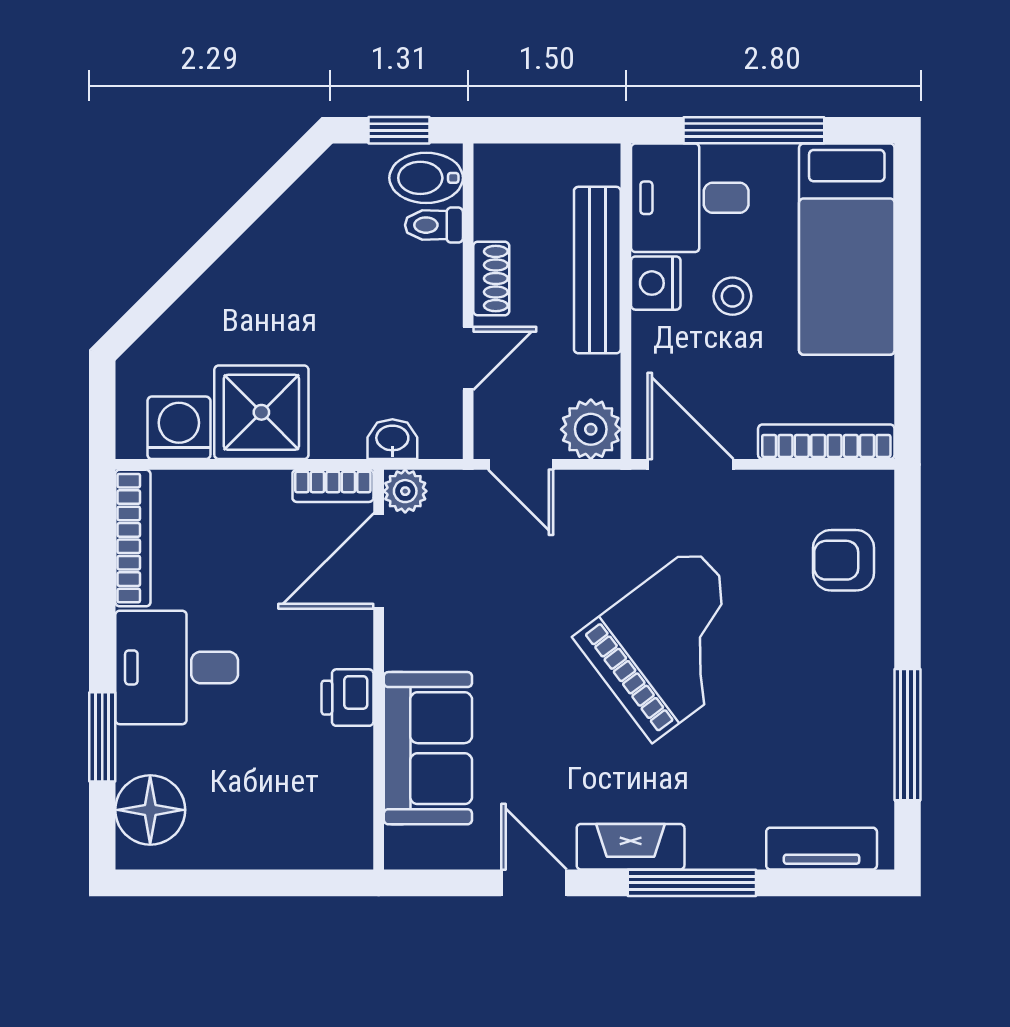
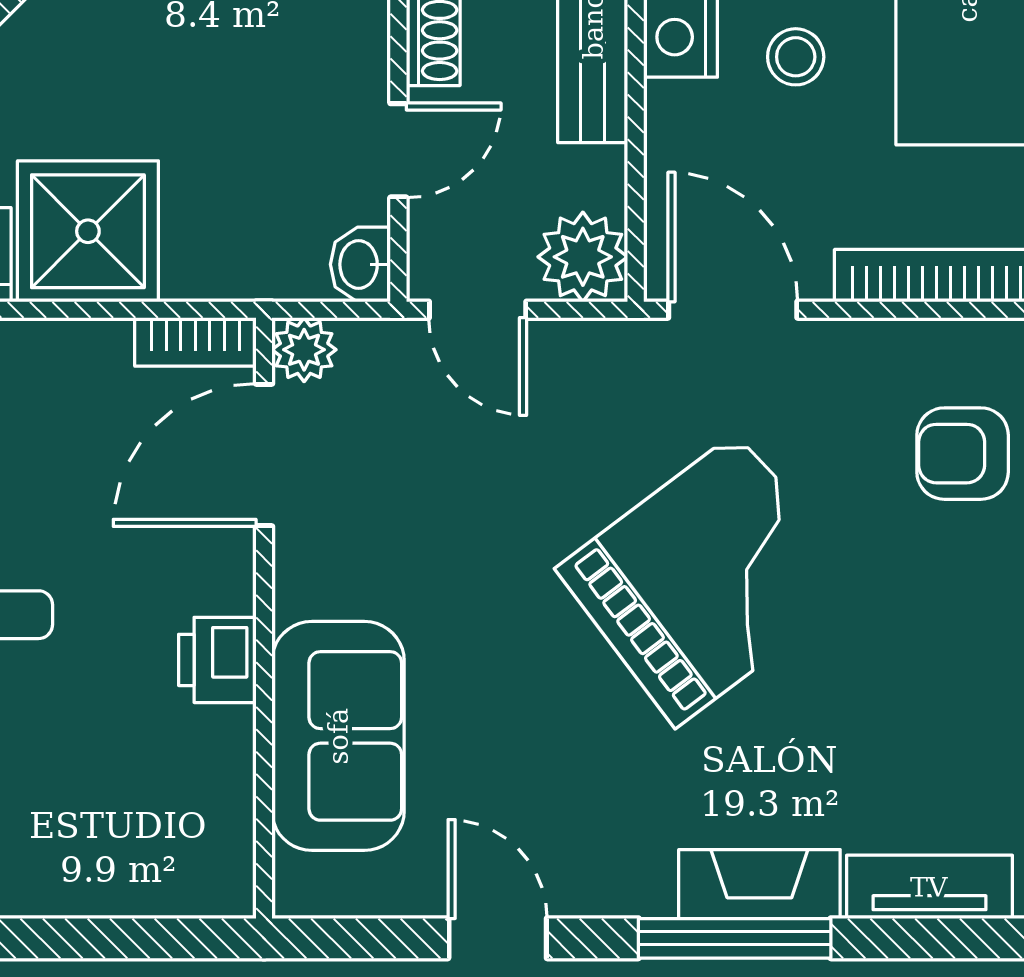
washbasin: (392, 439) -> (360, 264), moved, turned -90
fireplace: (631, 847) -> (759, 884), moved

